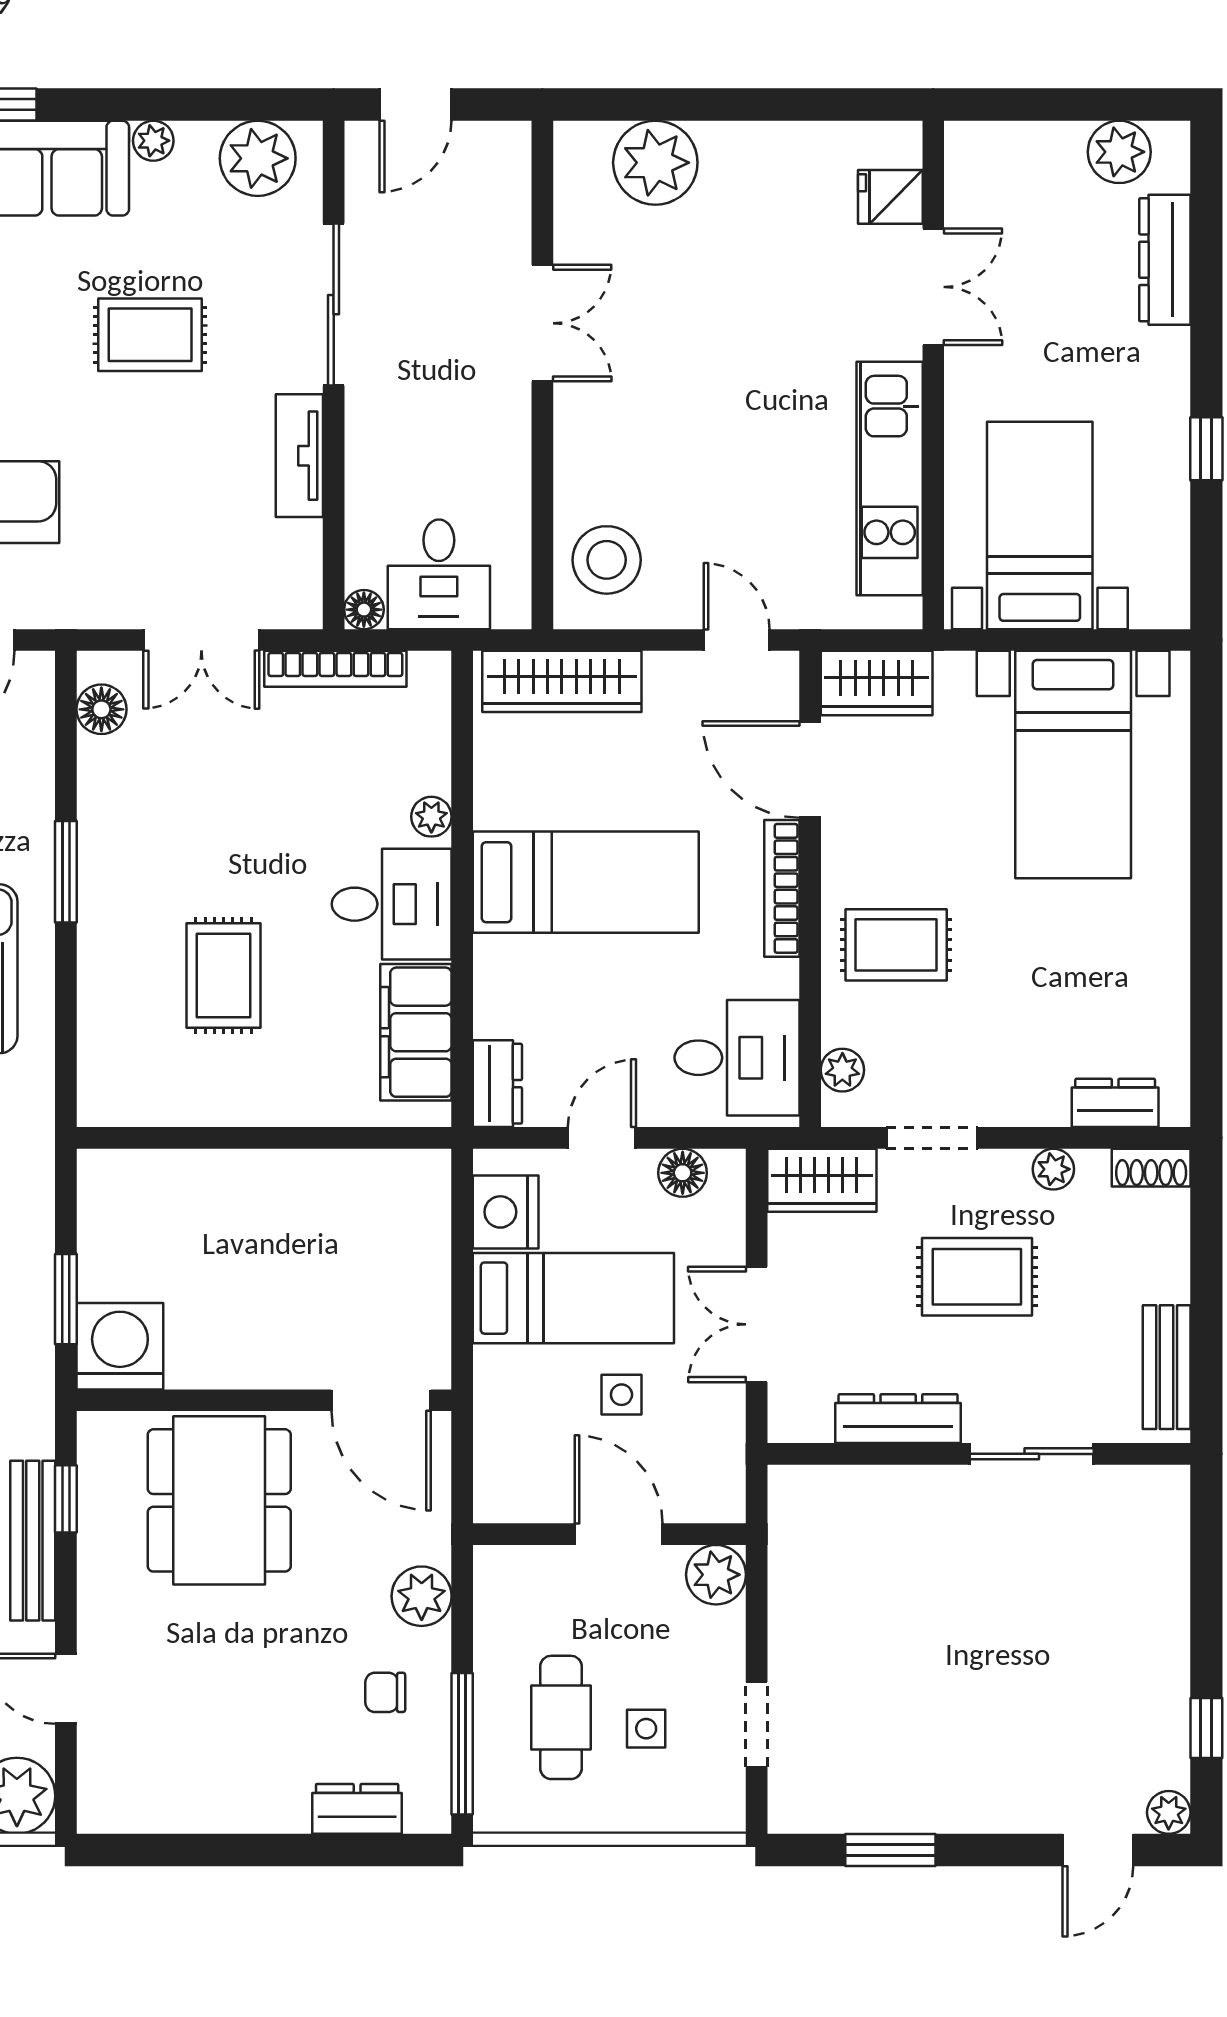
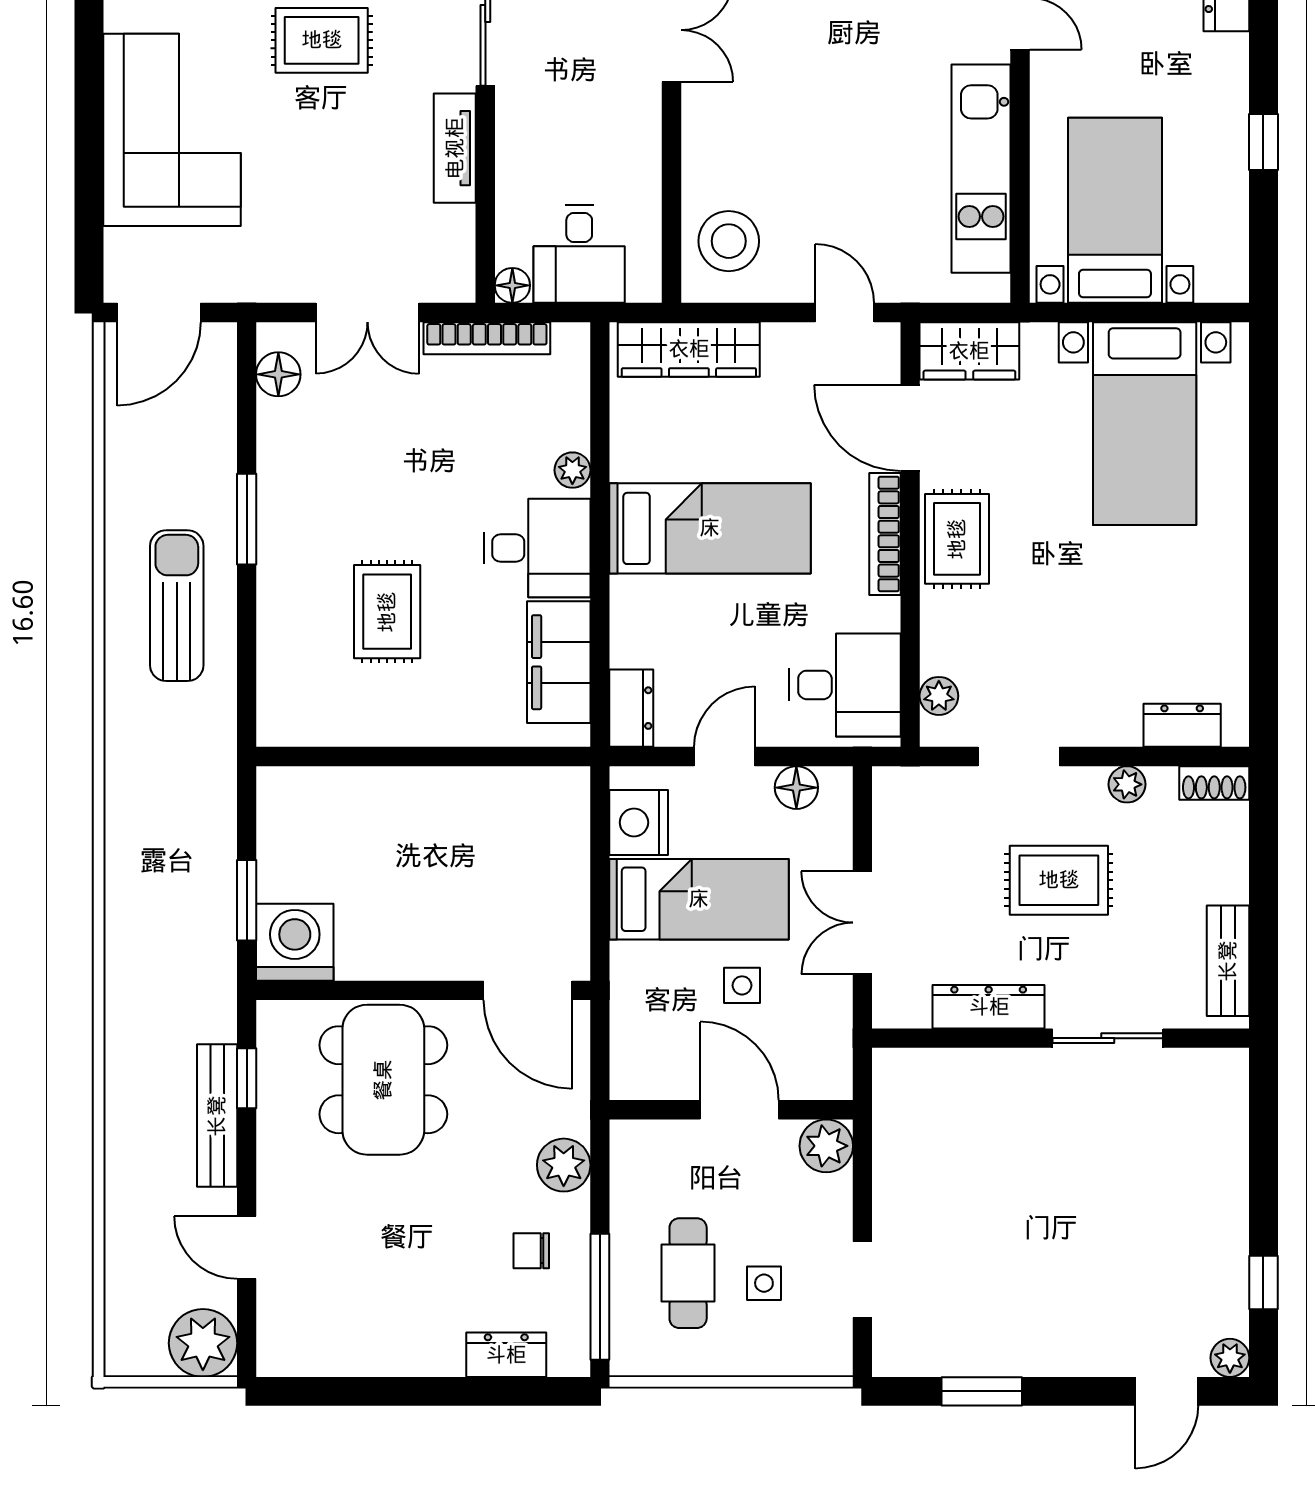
rug: (896, 945) -> (957, 539), moved, turned 90
wardrobe: (822, 1180) -> (921, 794), removed

